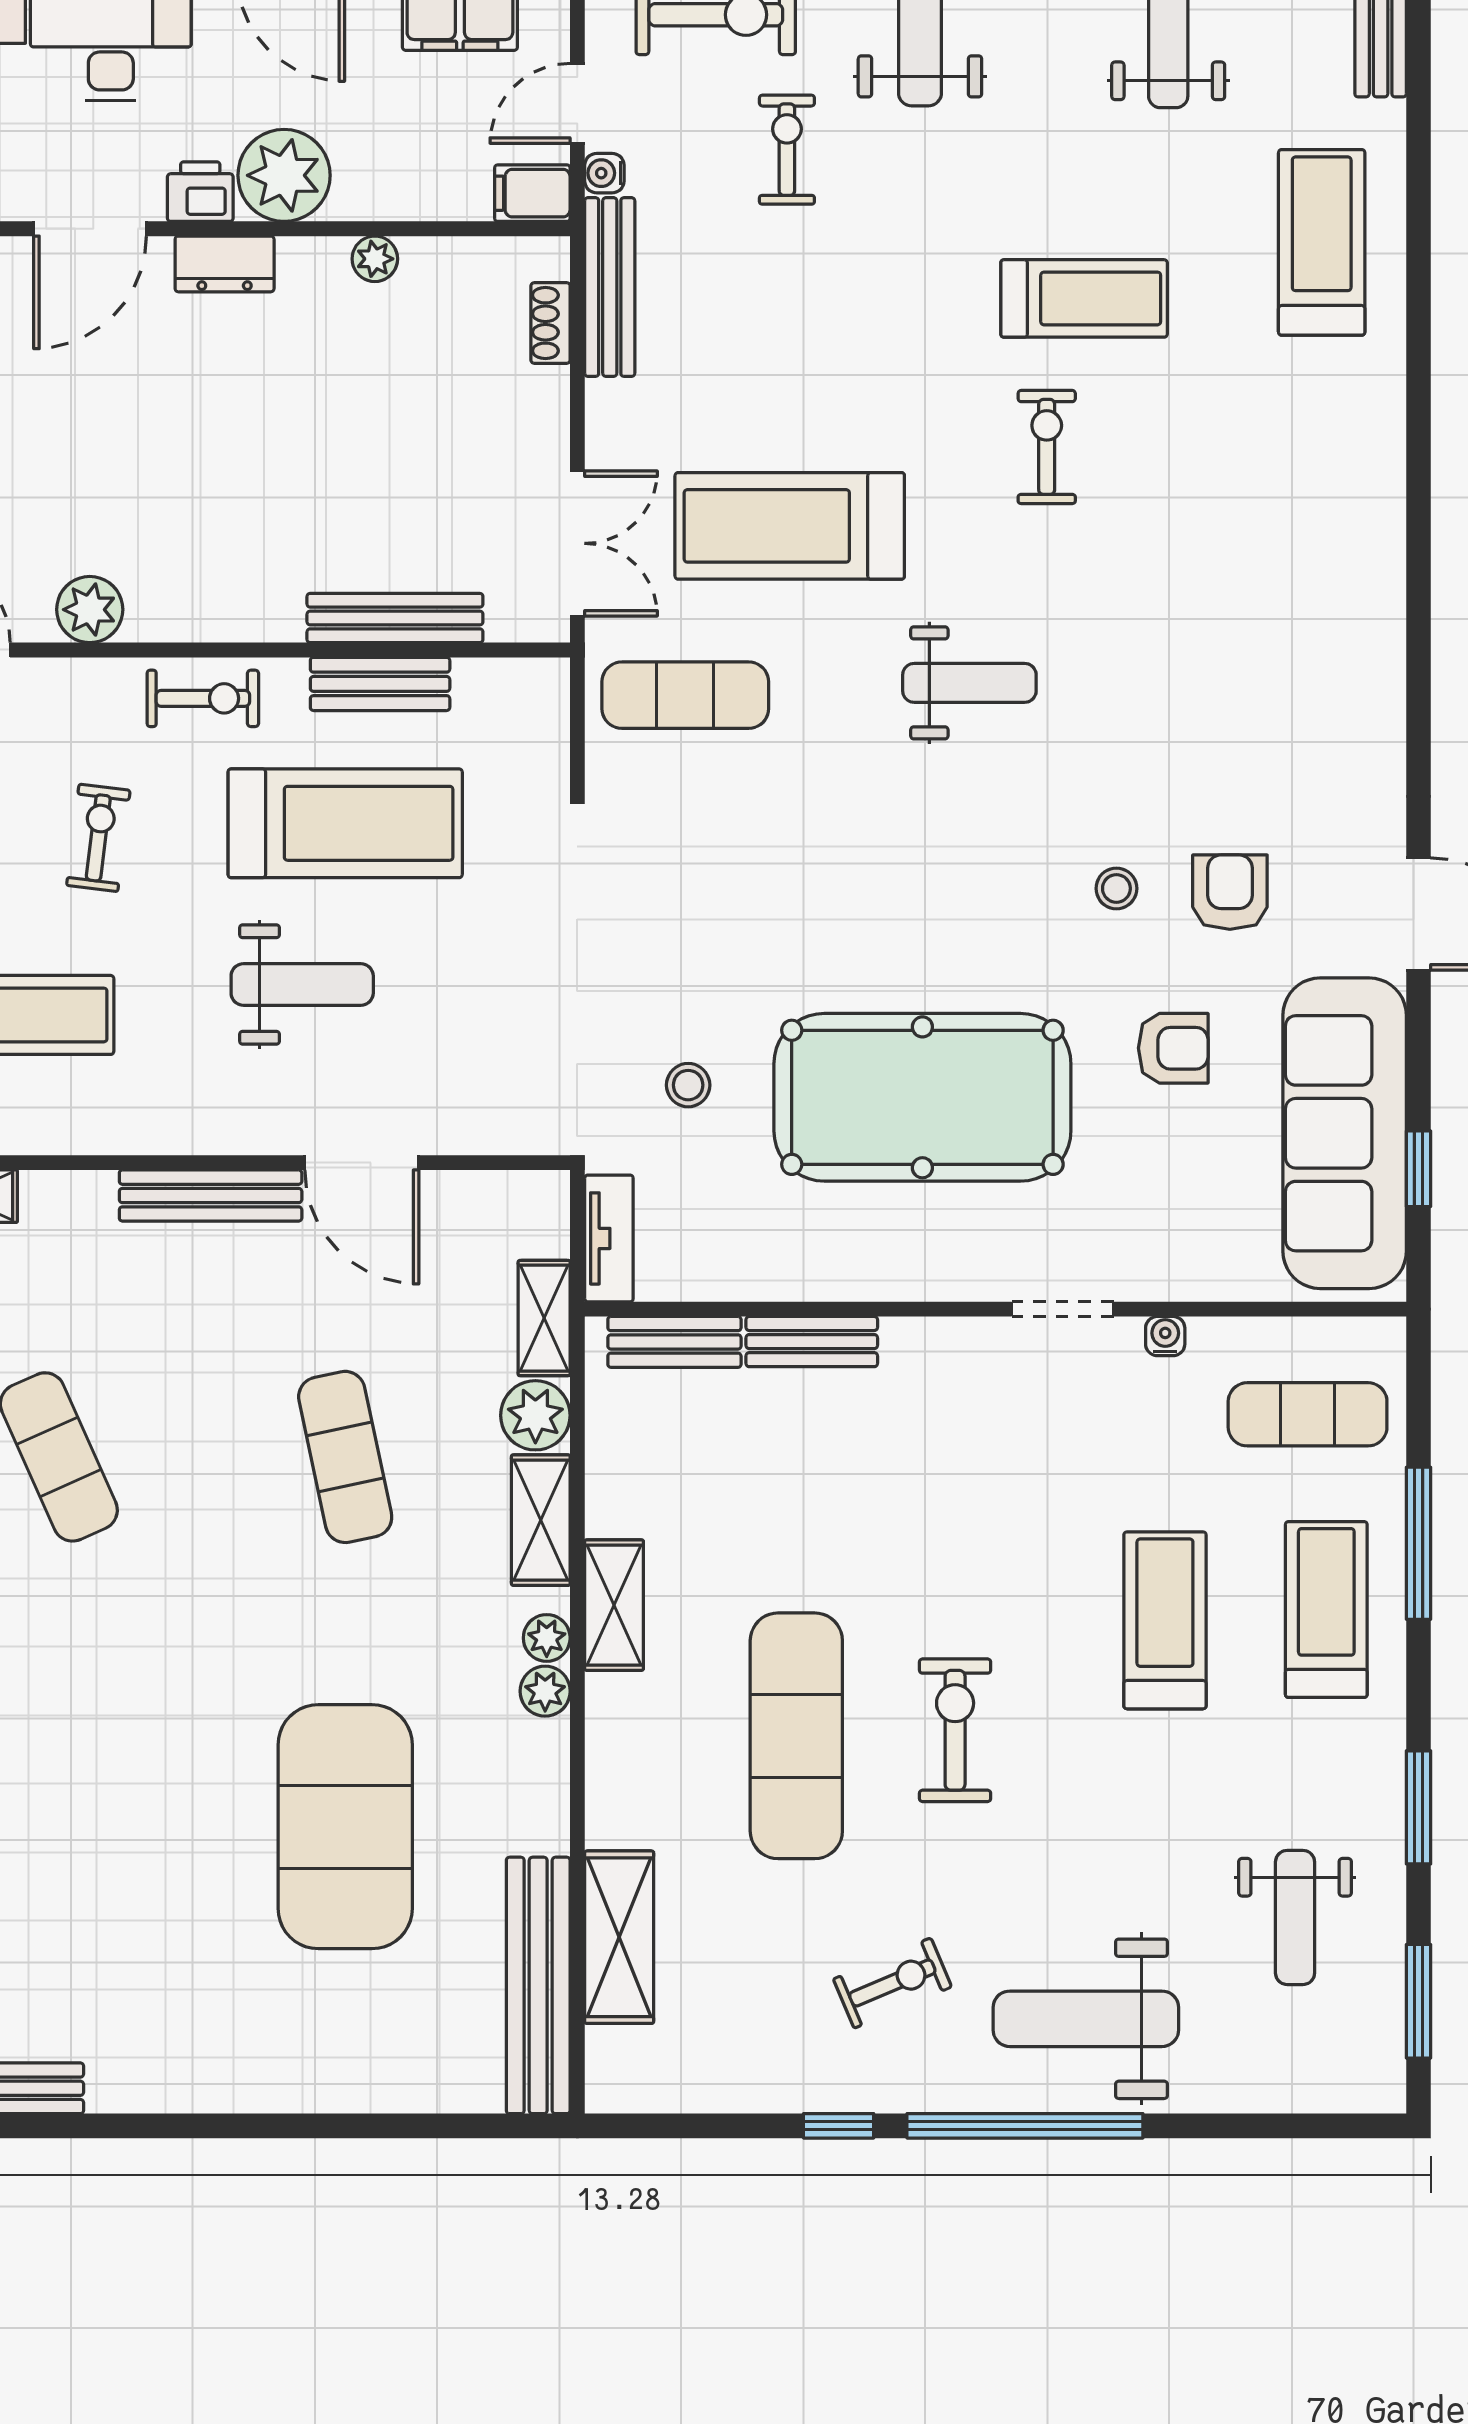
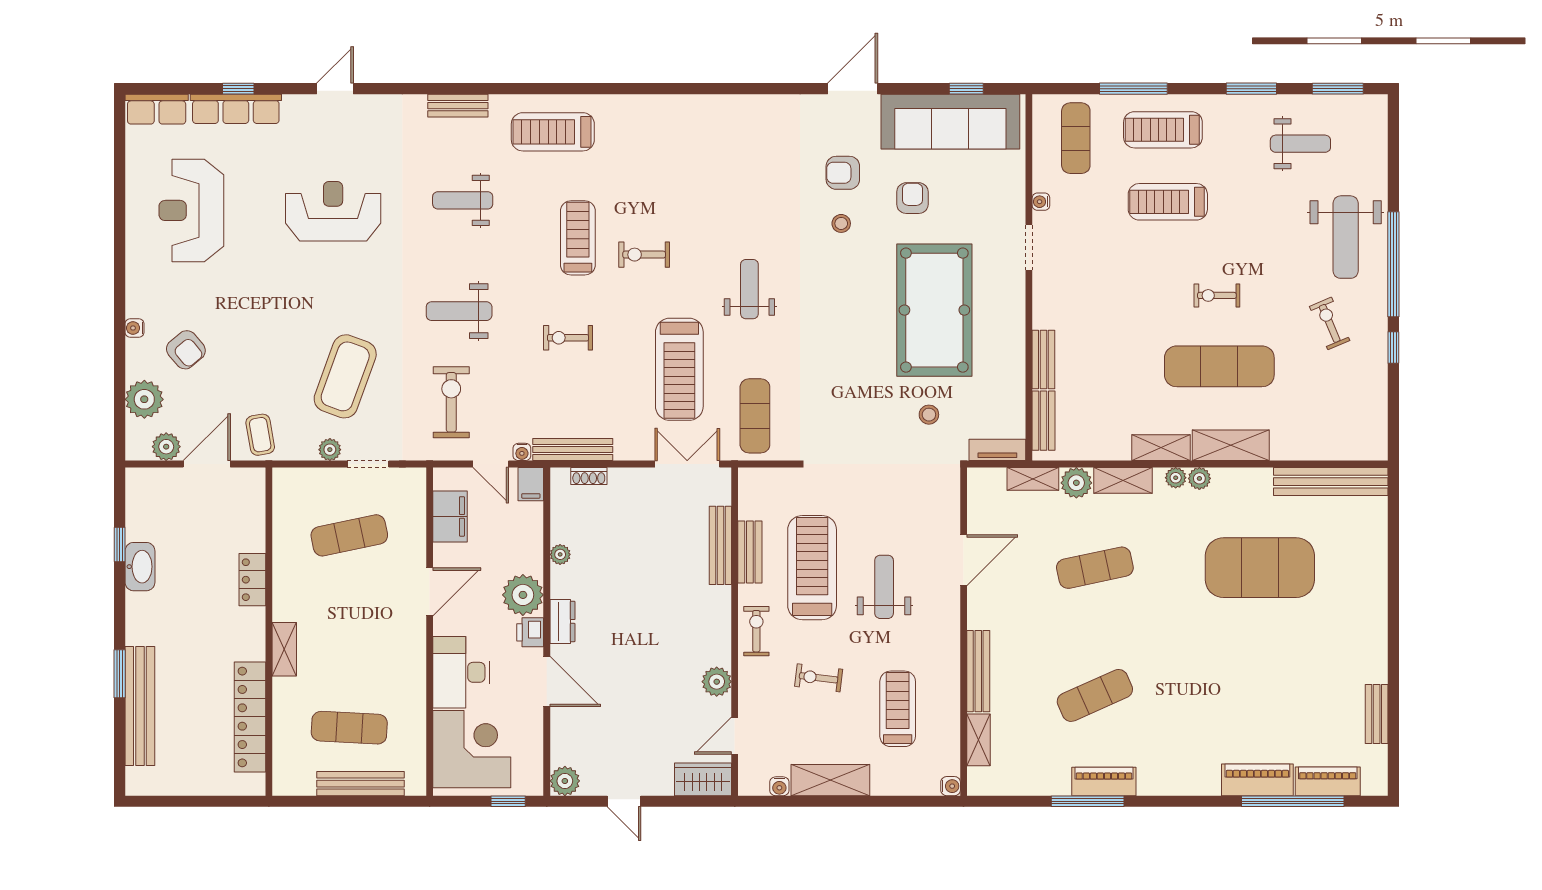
exercise bike: (787, 150) -> (568, 338), moved
bench: (211, 1196) -> (978, 671), moved
exercise bike: (955, 1730) -> (1217, 295), width x0.73, depth x0.72
shelving: (619, 1937) -> (1231, 445), moved

